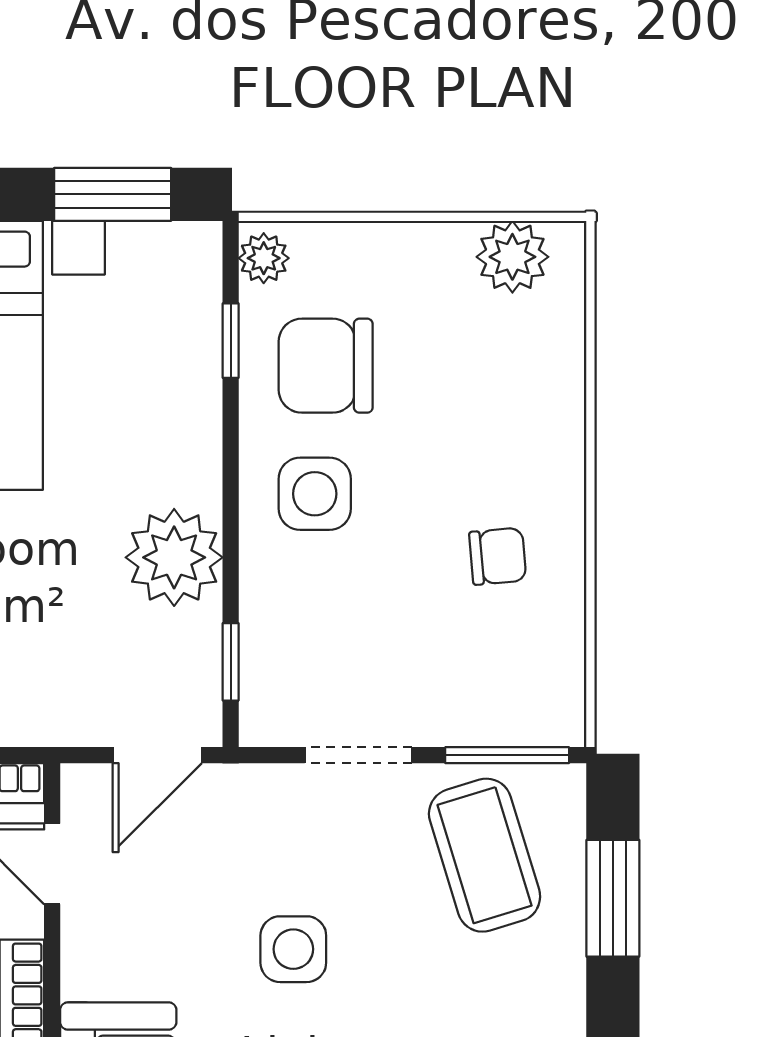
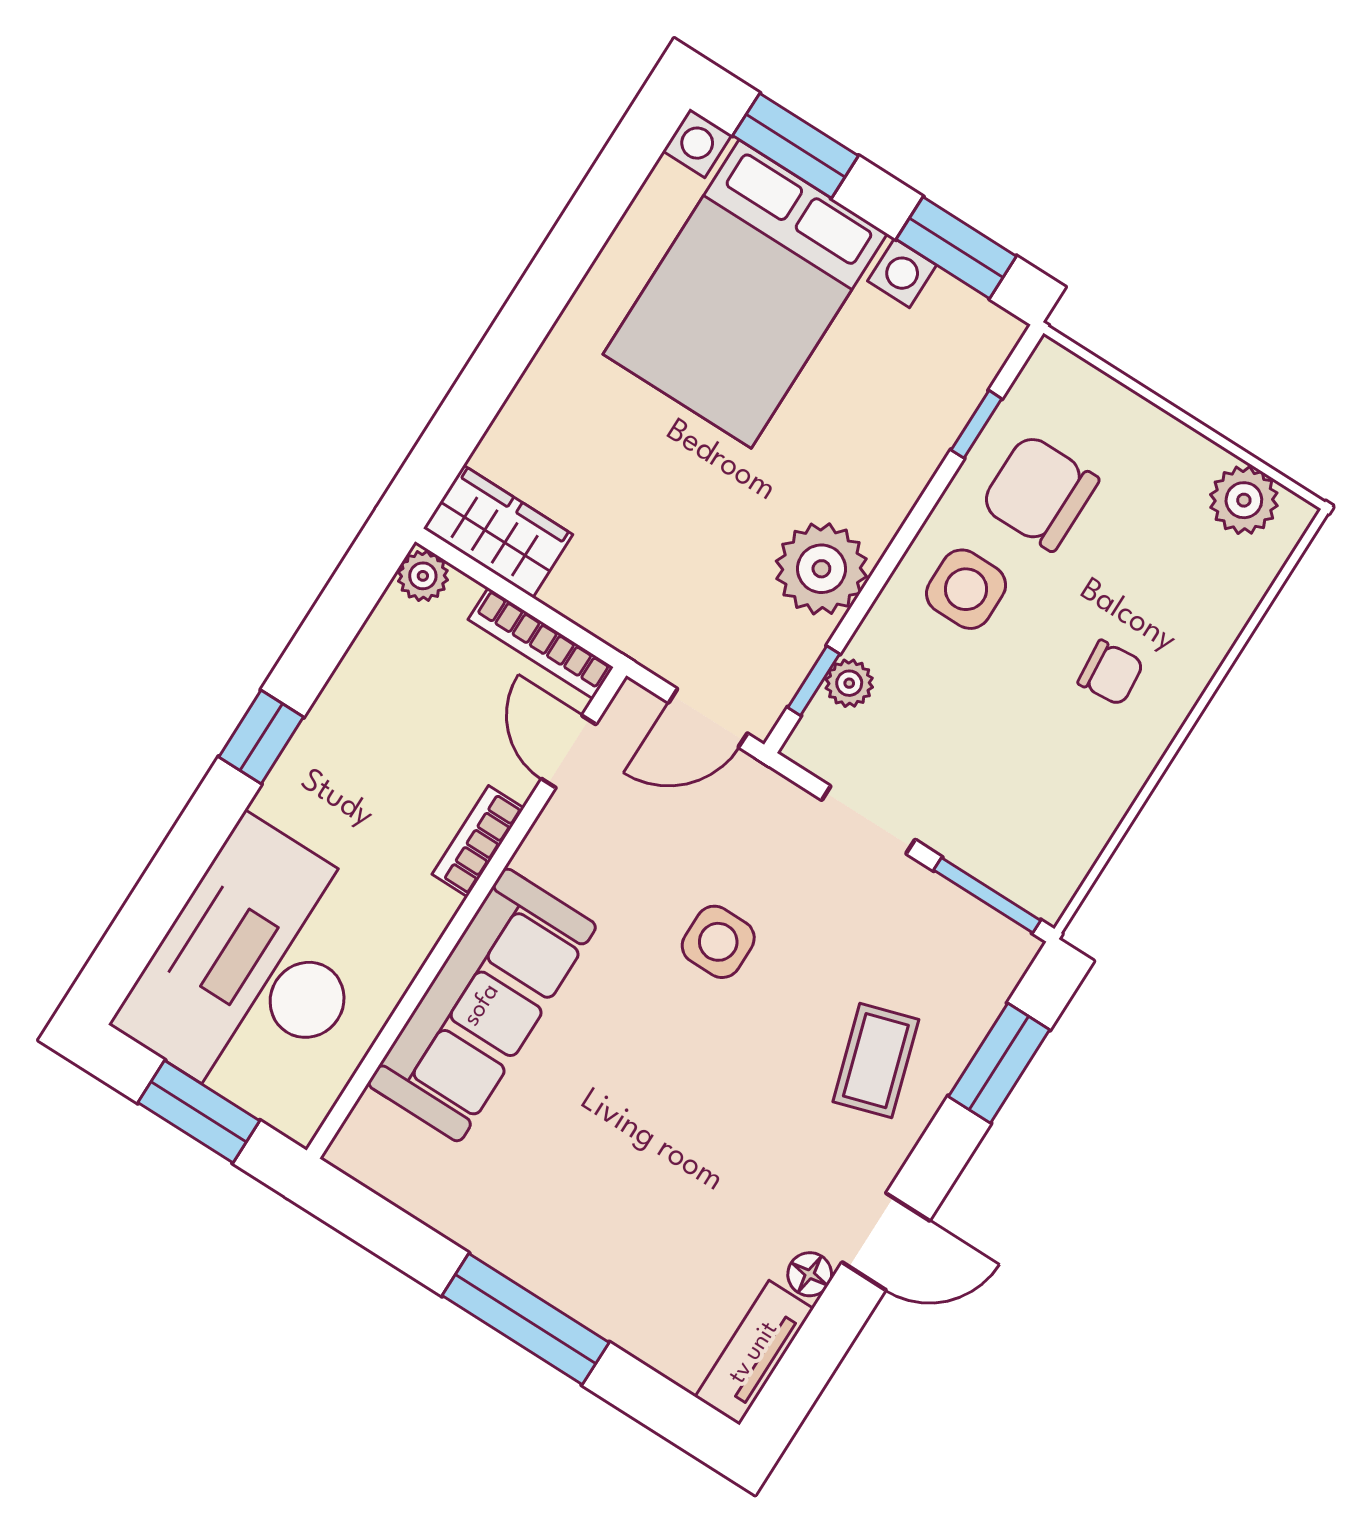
plant: (264, 258) -> (849, 683), moved
chair: (498, 556) -> (1111, 673), moved
coffee table: (485, 855) -> (876, 1061), moved, width x0.73, depth x0.77

